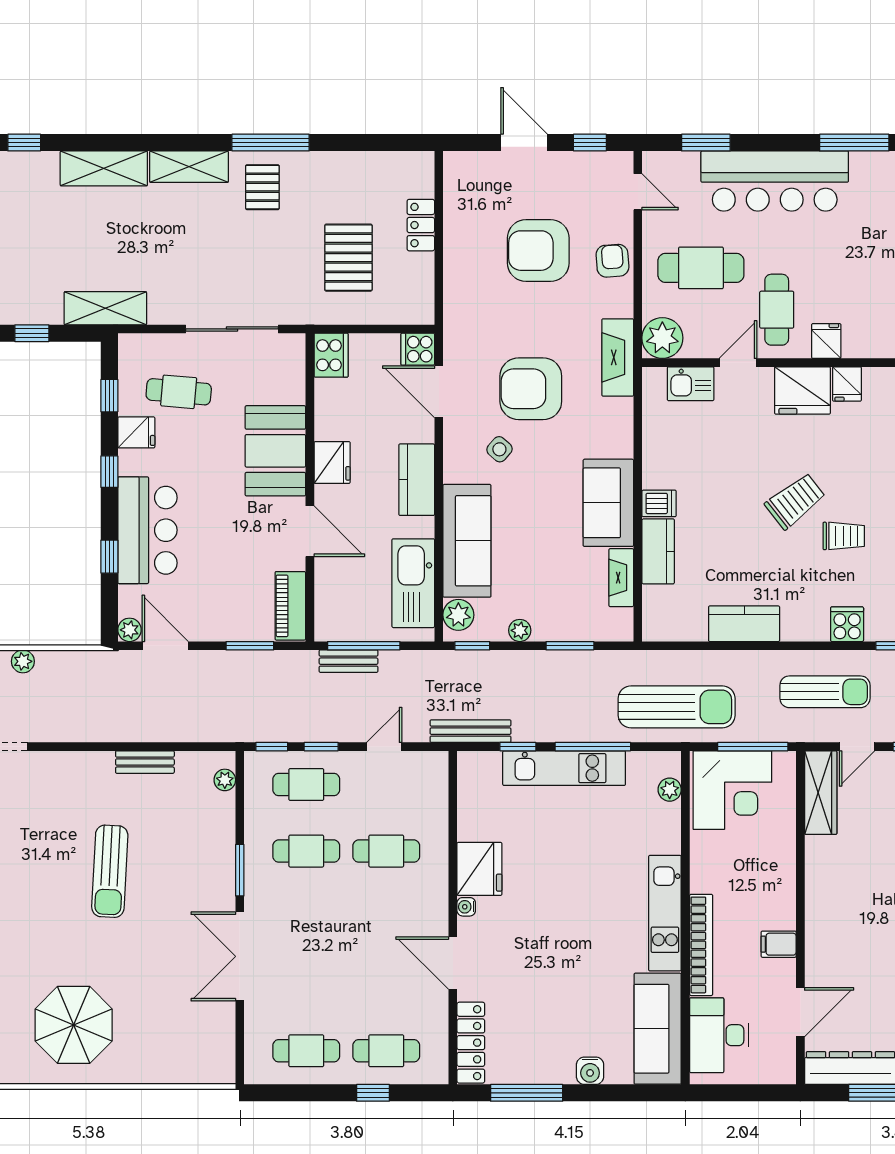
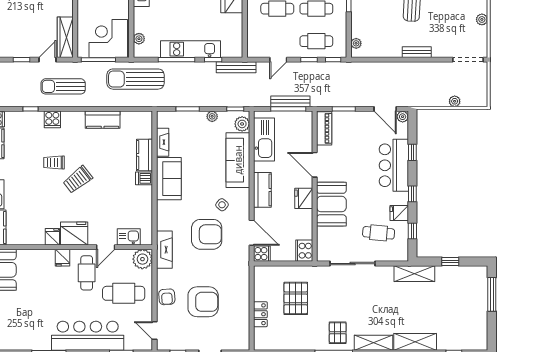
bench: (349, 661) -> (290, 101), width x1.36
bench: (145, 762) -> (417, 52), moved

